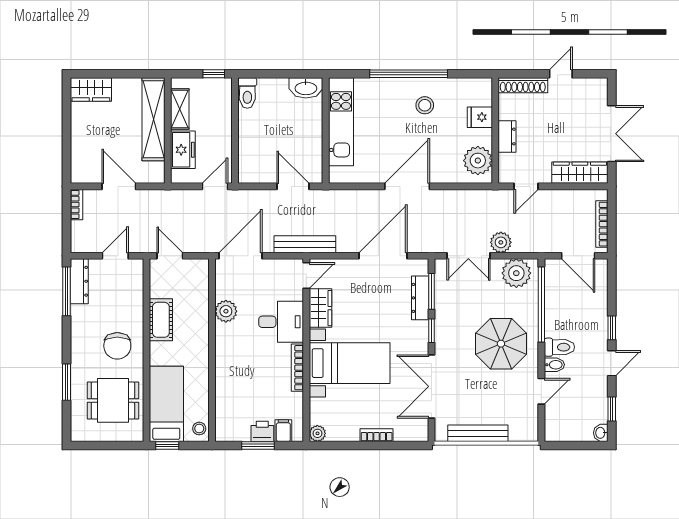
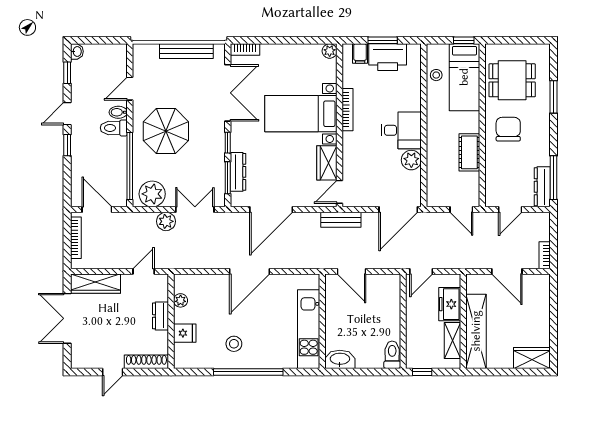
plant: (478, 161) -> (181, 300), width x0.53, depth x0.53
bench: (305, 244) -> (341, 220), width x0.73
desk: (281, 322) -> (401, 130), moved, turned 180
stool: (199, 429) -> (436, 75), moved
printer: (262, 431) -> (388, 57), width x1.87, depth x1.48
bookcase: (377, 435) -> (245, 50), moved

